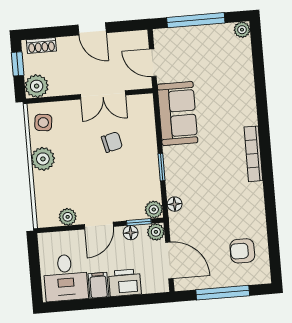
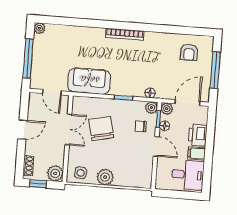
door: (153, 63) -> (52, 92), hinge flipped
chair: (112, 142) -> (101, 129), width x1.87, depth x1.87
chair: (124, 198) -> (141, 126), added
plant: (68, 217) -> (147, 167), removed

